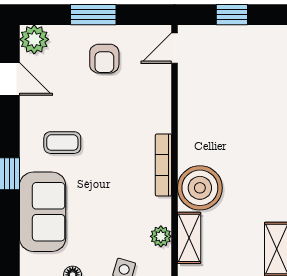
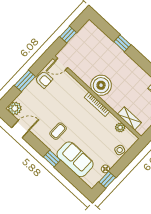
door: (174, 48) -> (61, 64), hinge flipped
armchair: (104, 59) -> (44, 80), moved
boiler: (200, 188) -> (101, 85), moved

